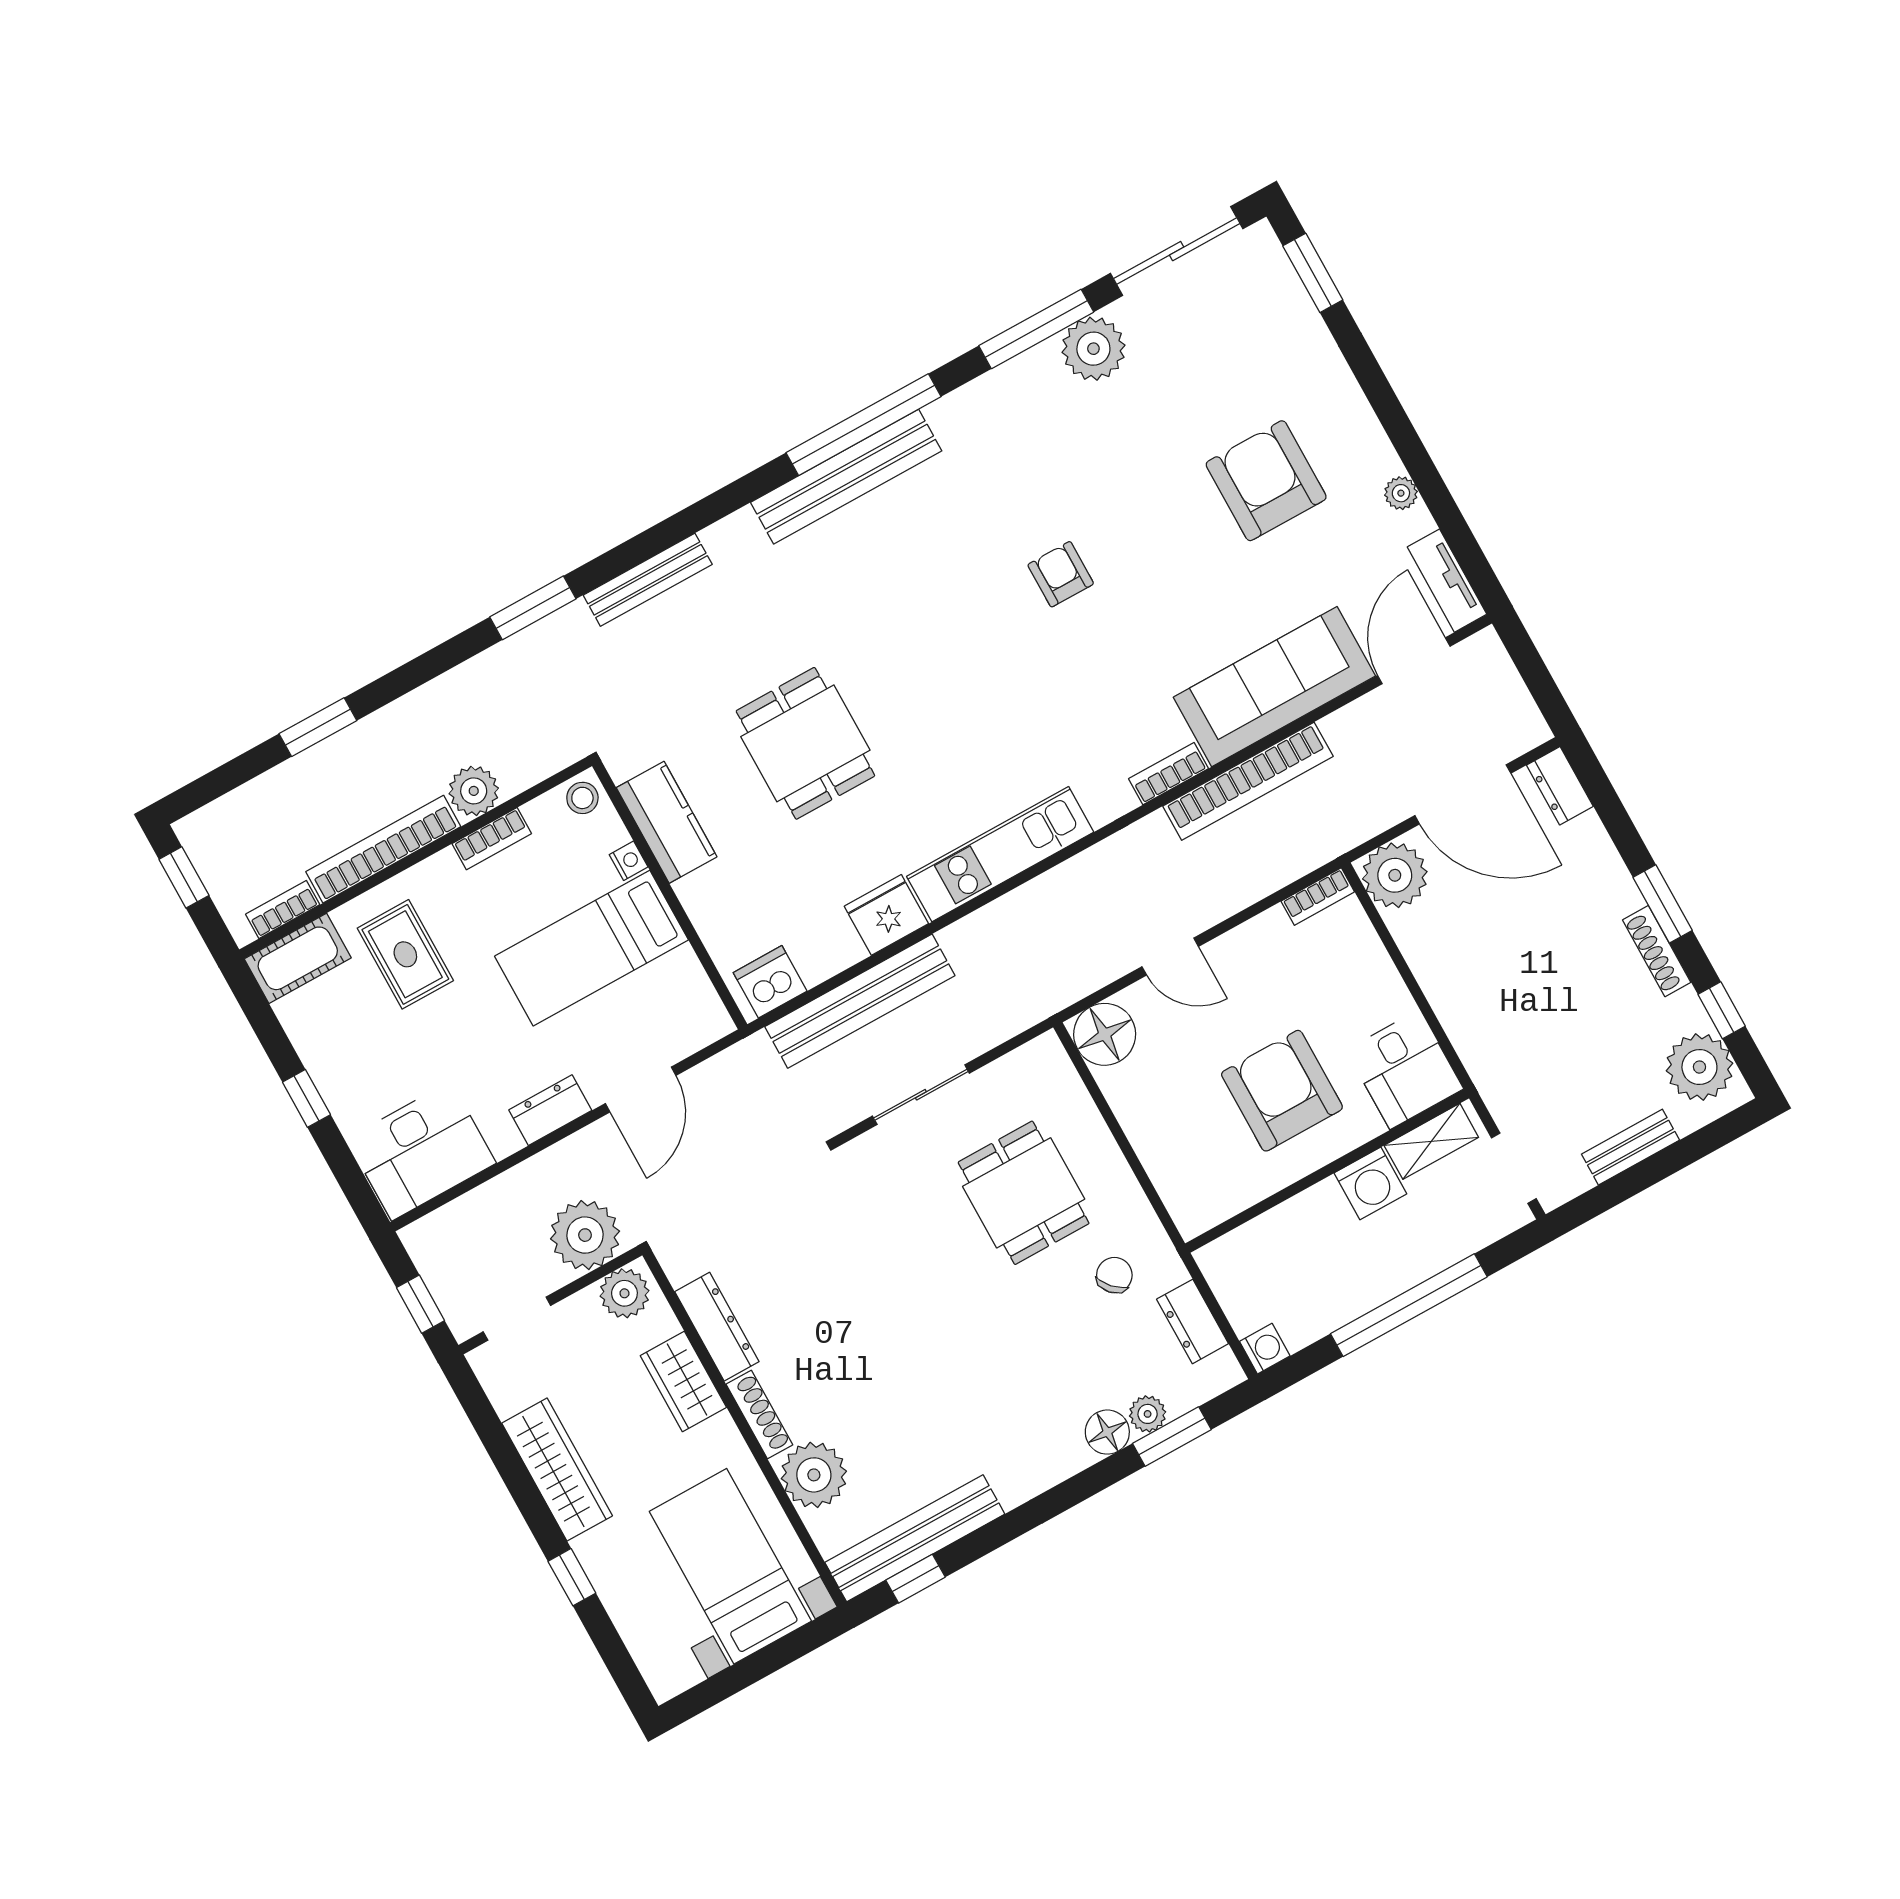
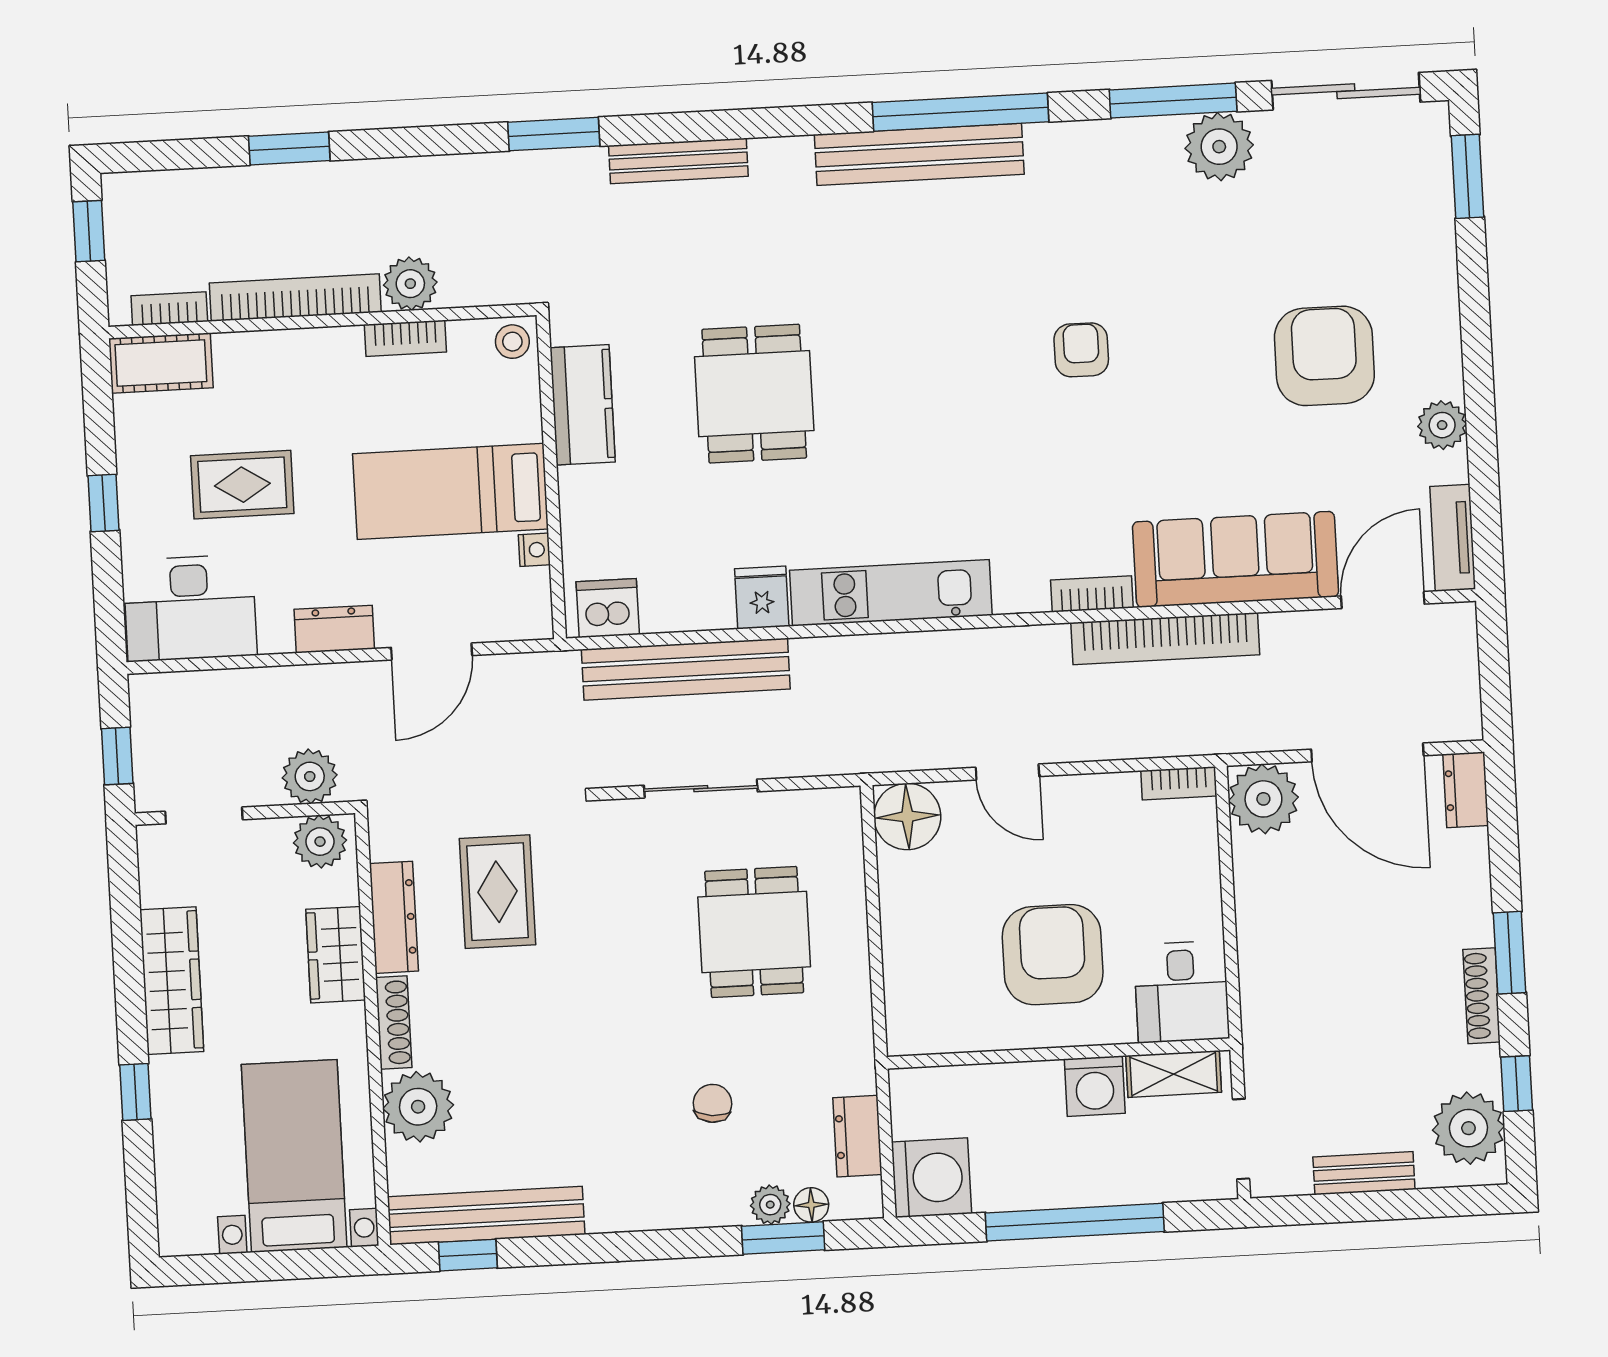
plant: (1401, 493) -> (1442, 425), width x1.38, depth x1.38
nightstand: (629, 861) -> (534, 550), moved
fridge: (886, 915) -> (762, 598), width x0.72
rug: (405, 954) -> (242, 485), moved, turned 90
plant: (585, 1235) -> (310, 776), width x0.73, depth x0.73
rug: (793, 1263) -> (498, 892), added
chair: (1114, 1275) -> (712, 1103), moved, turned -41
washing machine: (1265, 1349) -> (931, 1178), width x1.89, depth x1.89
floor lamp: (1107, 1432) -> (811, 1205), moved, width x0.73, depth x0.73

